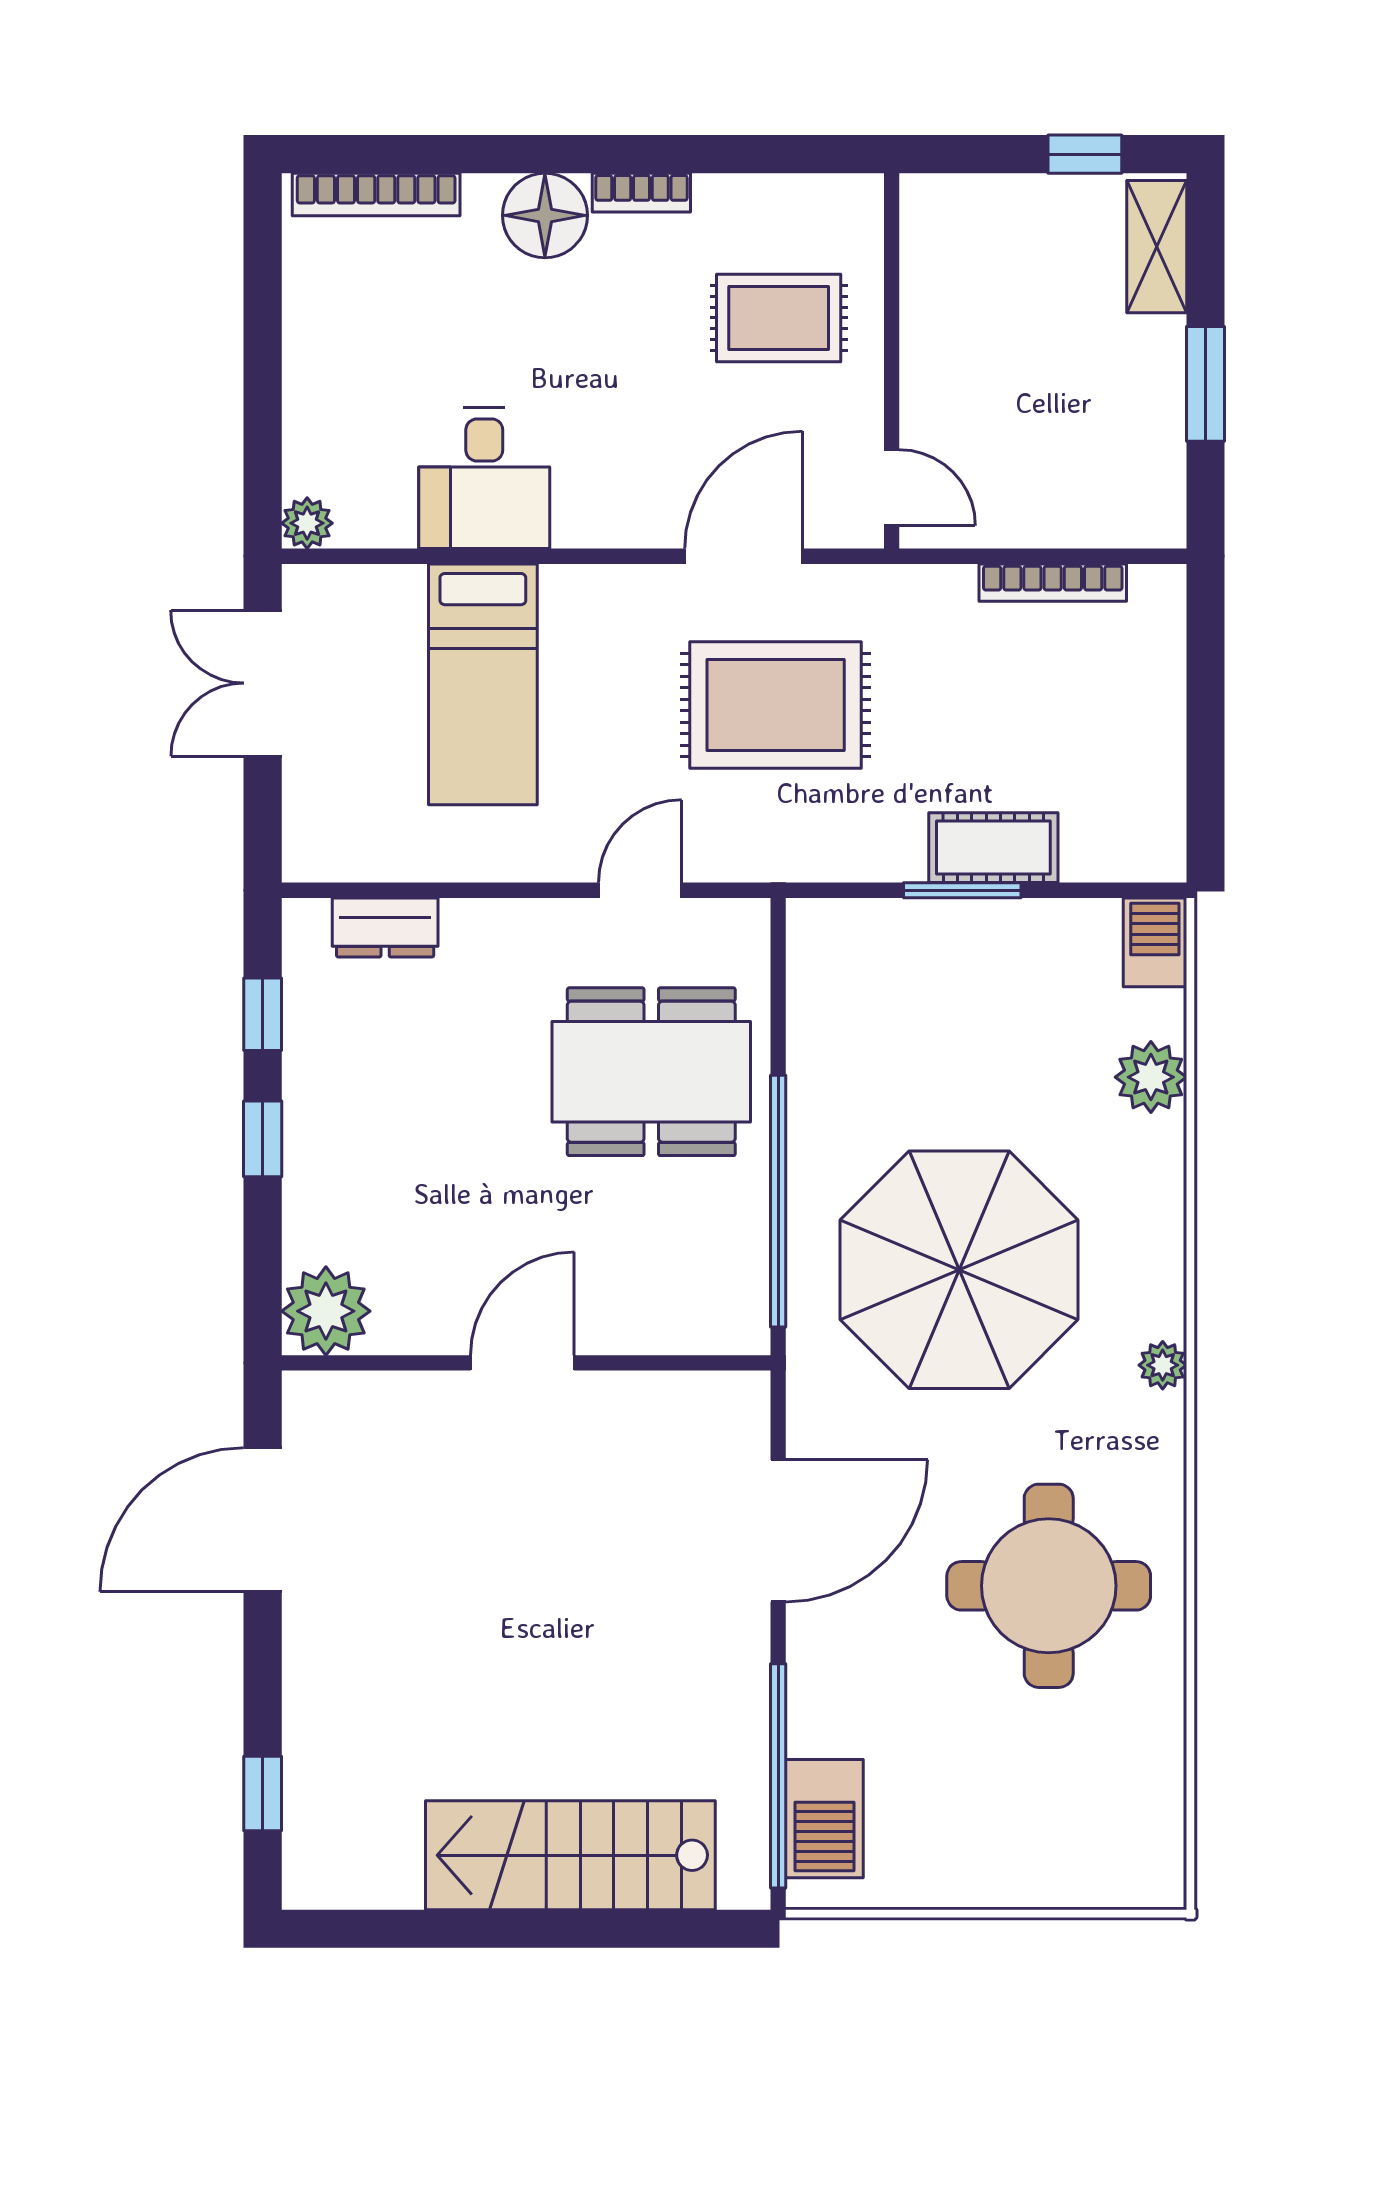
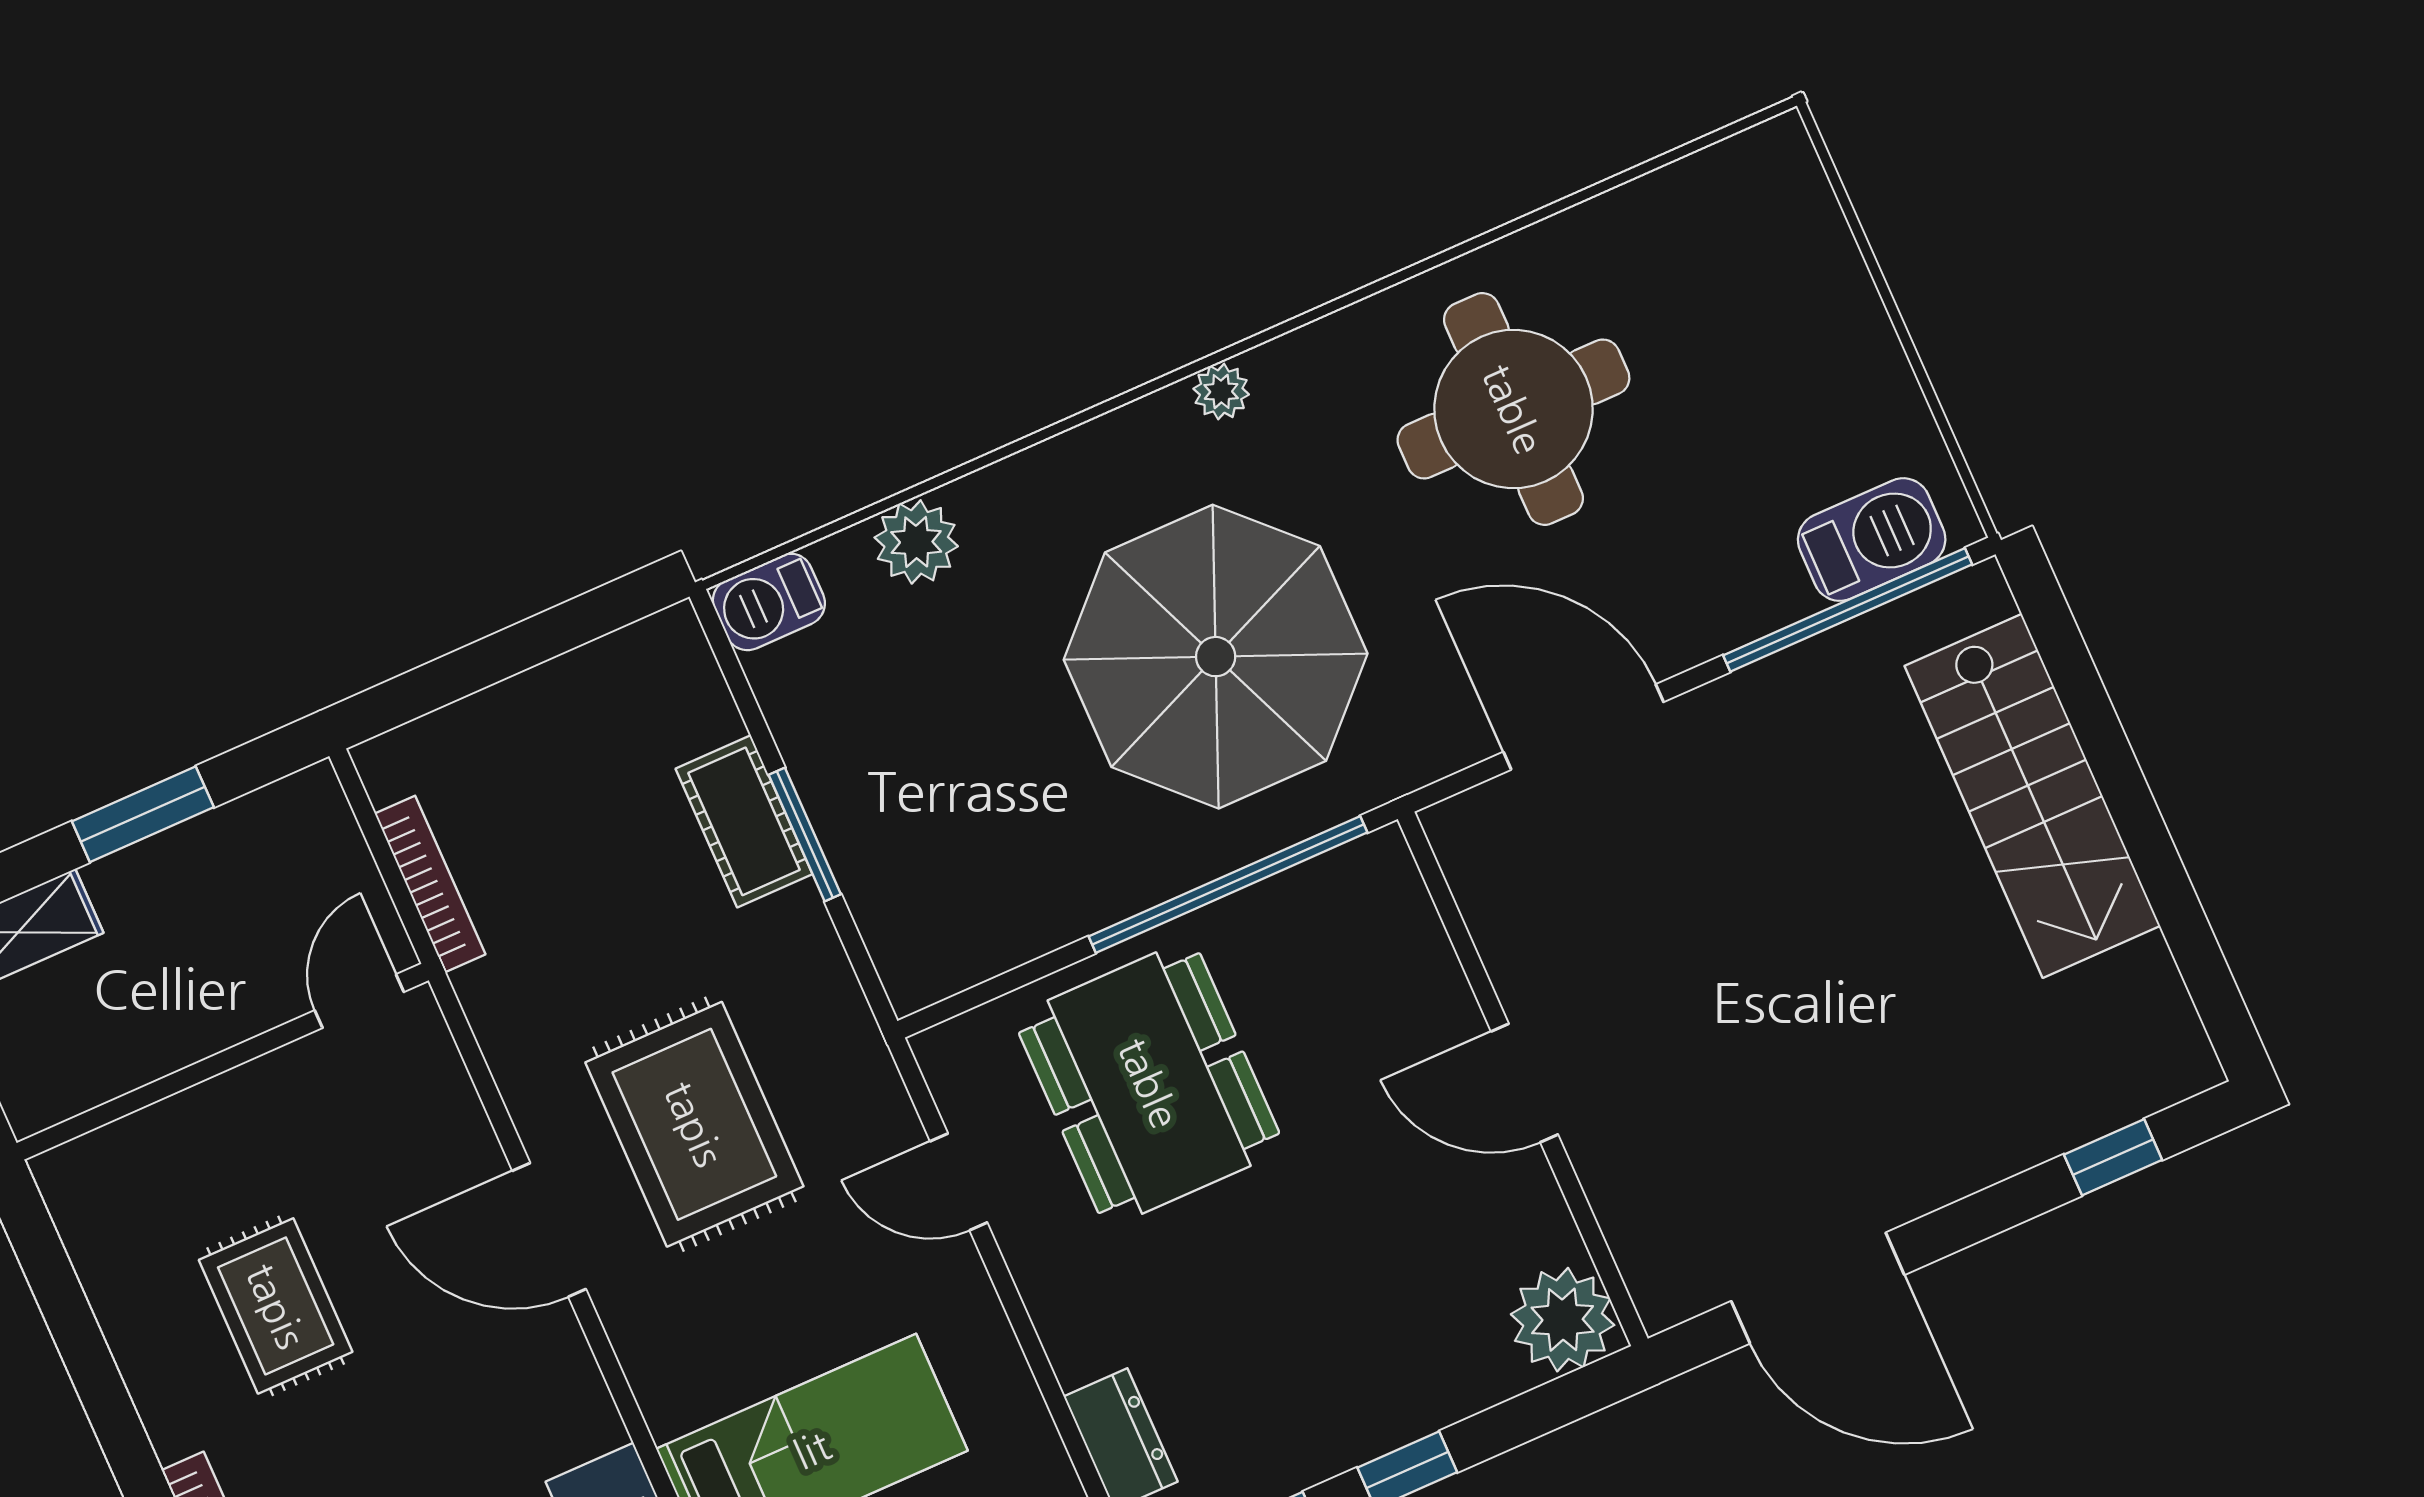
wall: (892, 361) -> (223, 1062), moved
door: (892, 488) -> (359, 1001), moved

